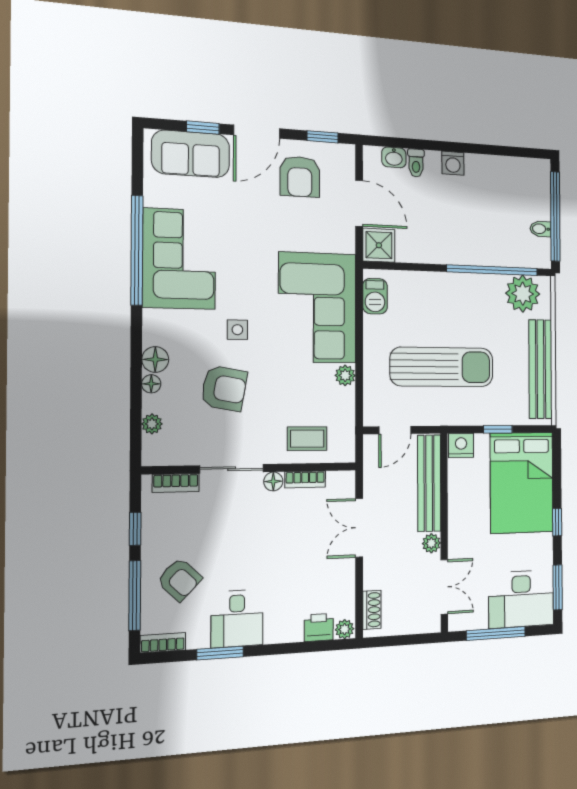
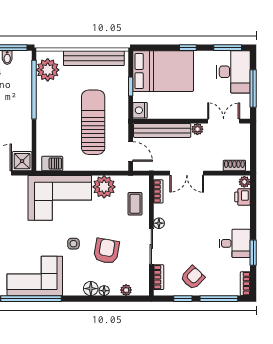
plant: (345, 375) -> (104, 187), width x1.88, depth x1.88
bookcase: (305, 479) -> (158, 191), moved
armchair: (179, 579) -> (193, 278), moved

